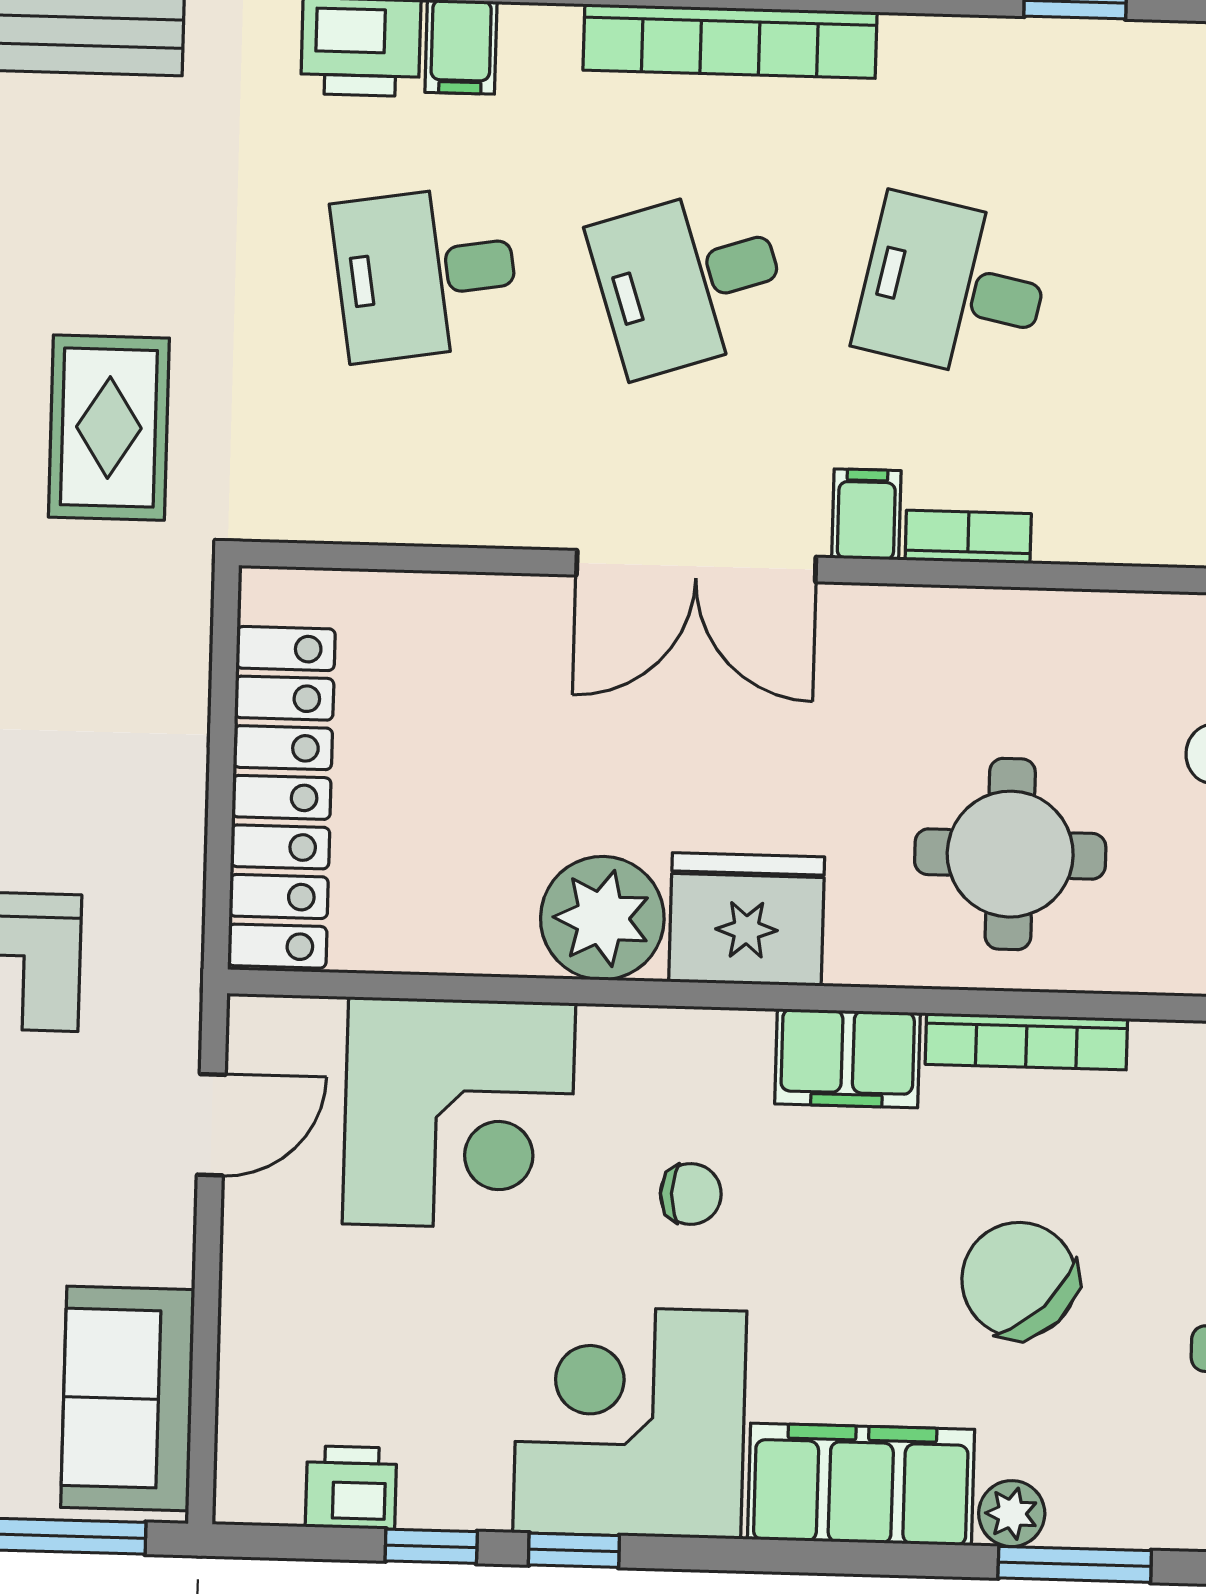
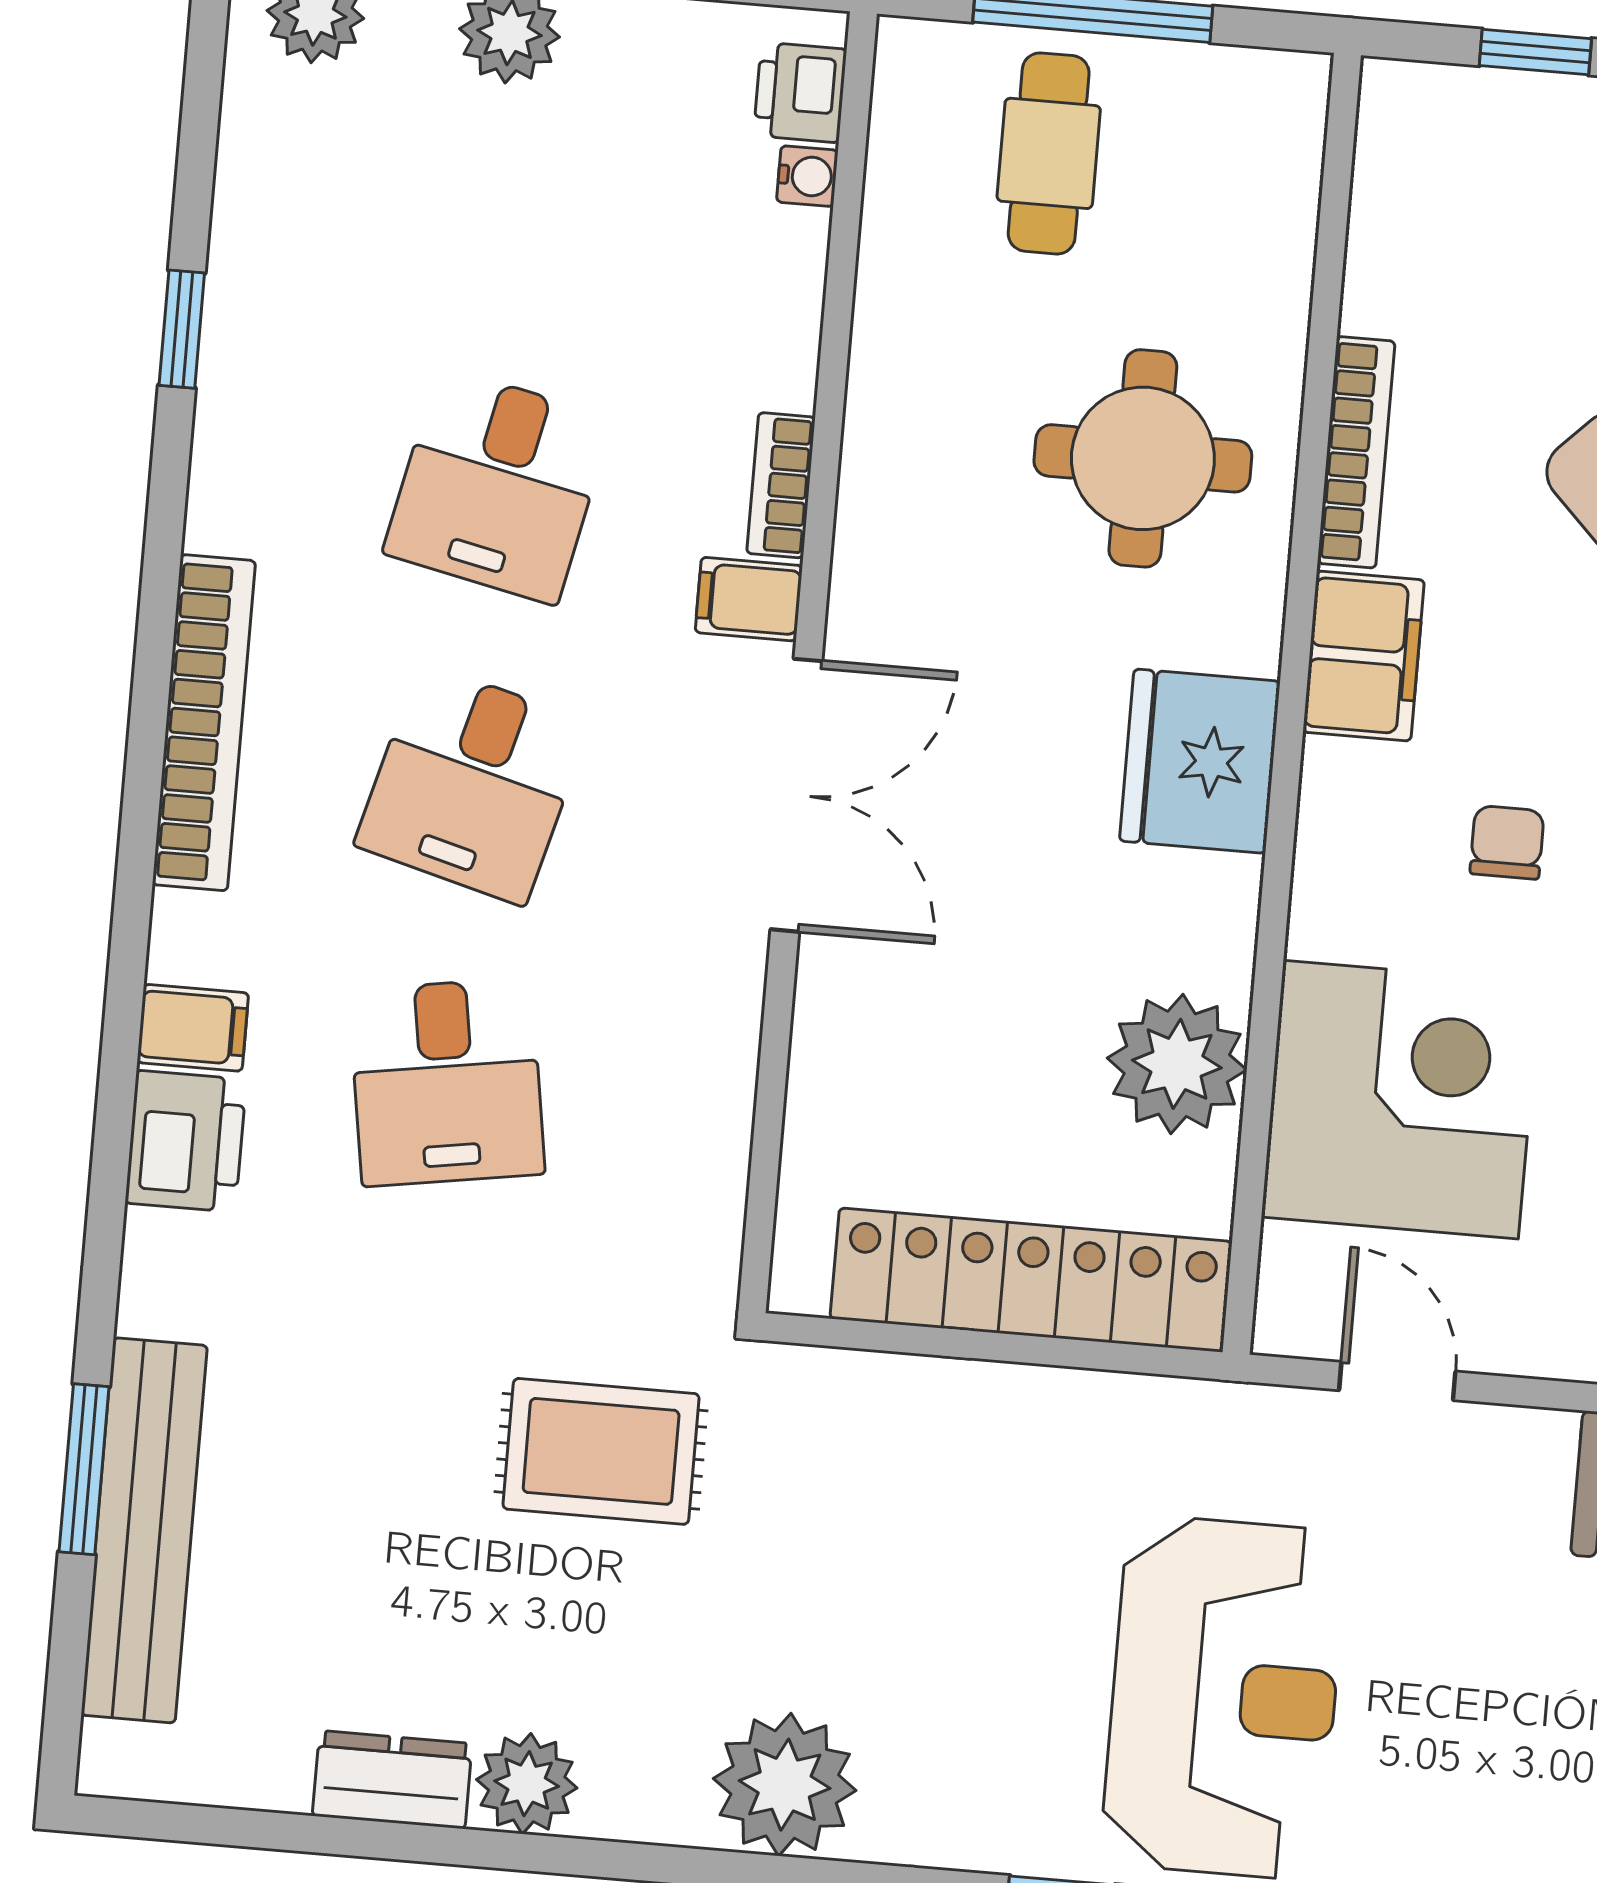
desk: (690, 280) -> (472, 784), turned 33
plant: (602, 918) -> (1177, 1064), moved

